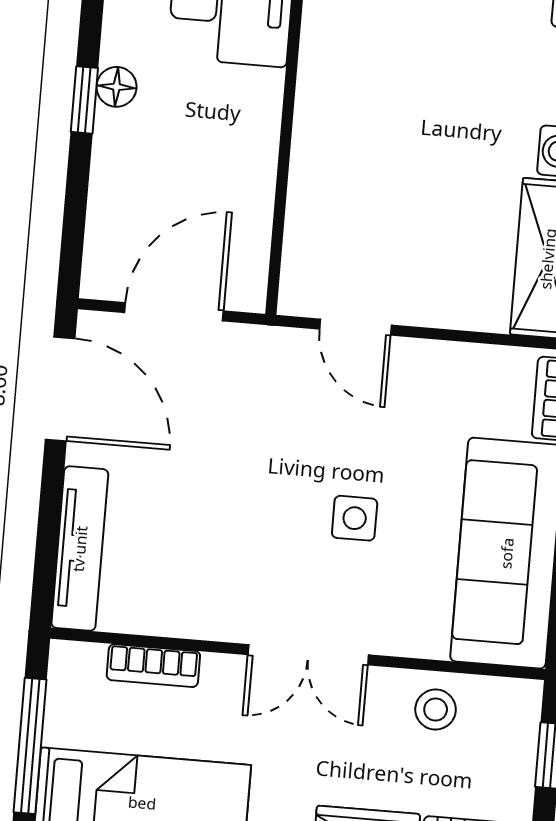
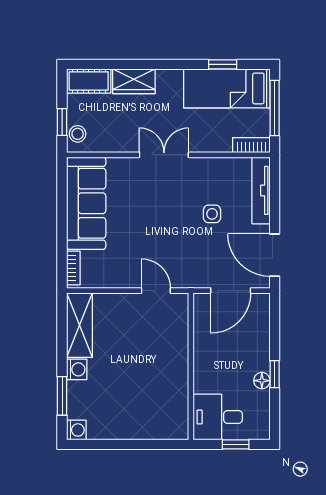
side table: (355, 518) -> (212, 214), moved
bookcase: (153, 666) -> (251, 145), moved
stool: (436, 710) -> (78, 134), moved

